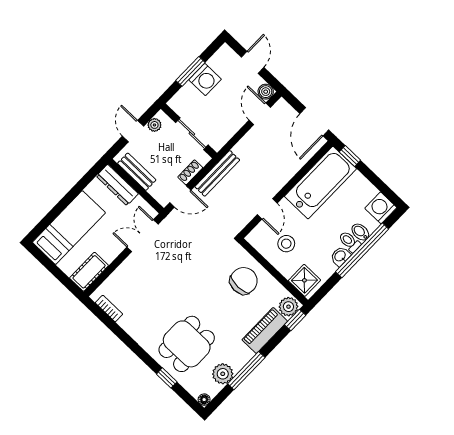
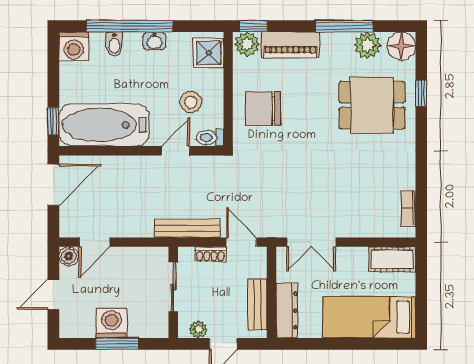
toilet: (350, 242) -> (210, 138), moved, turned 90
floor lamp: (204, 400) -> (401, 46), width x1.89, depth x1.89

